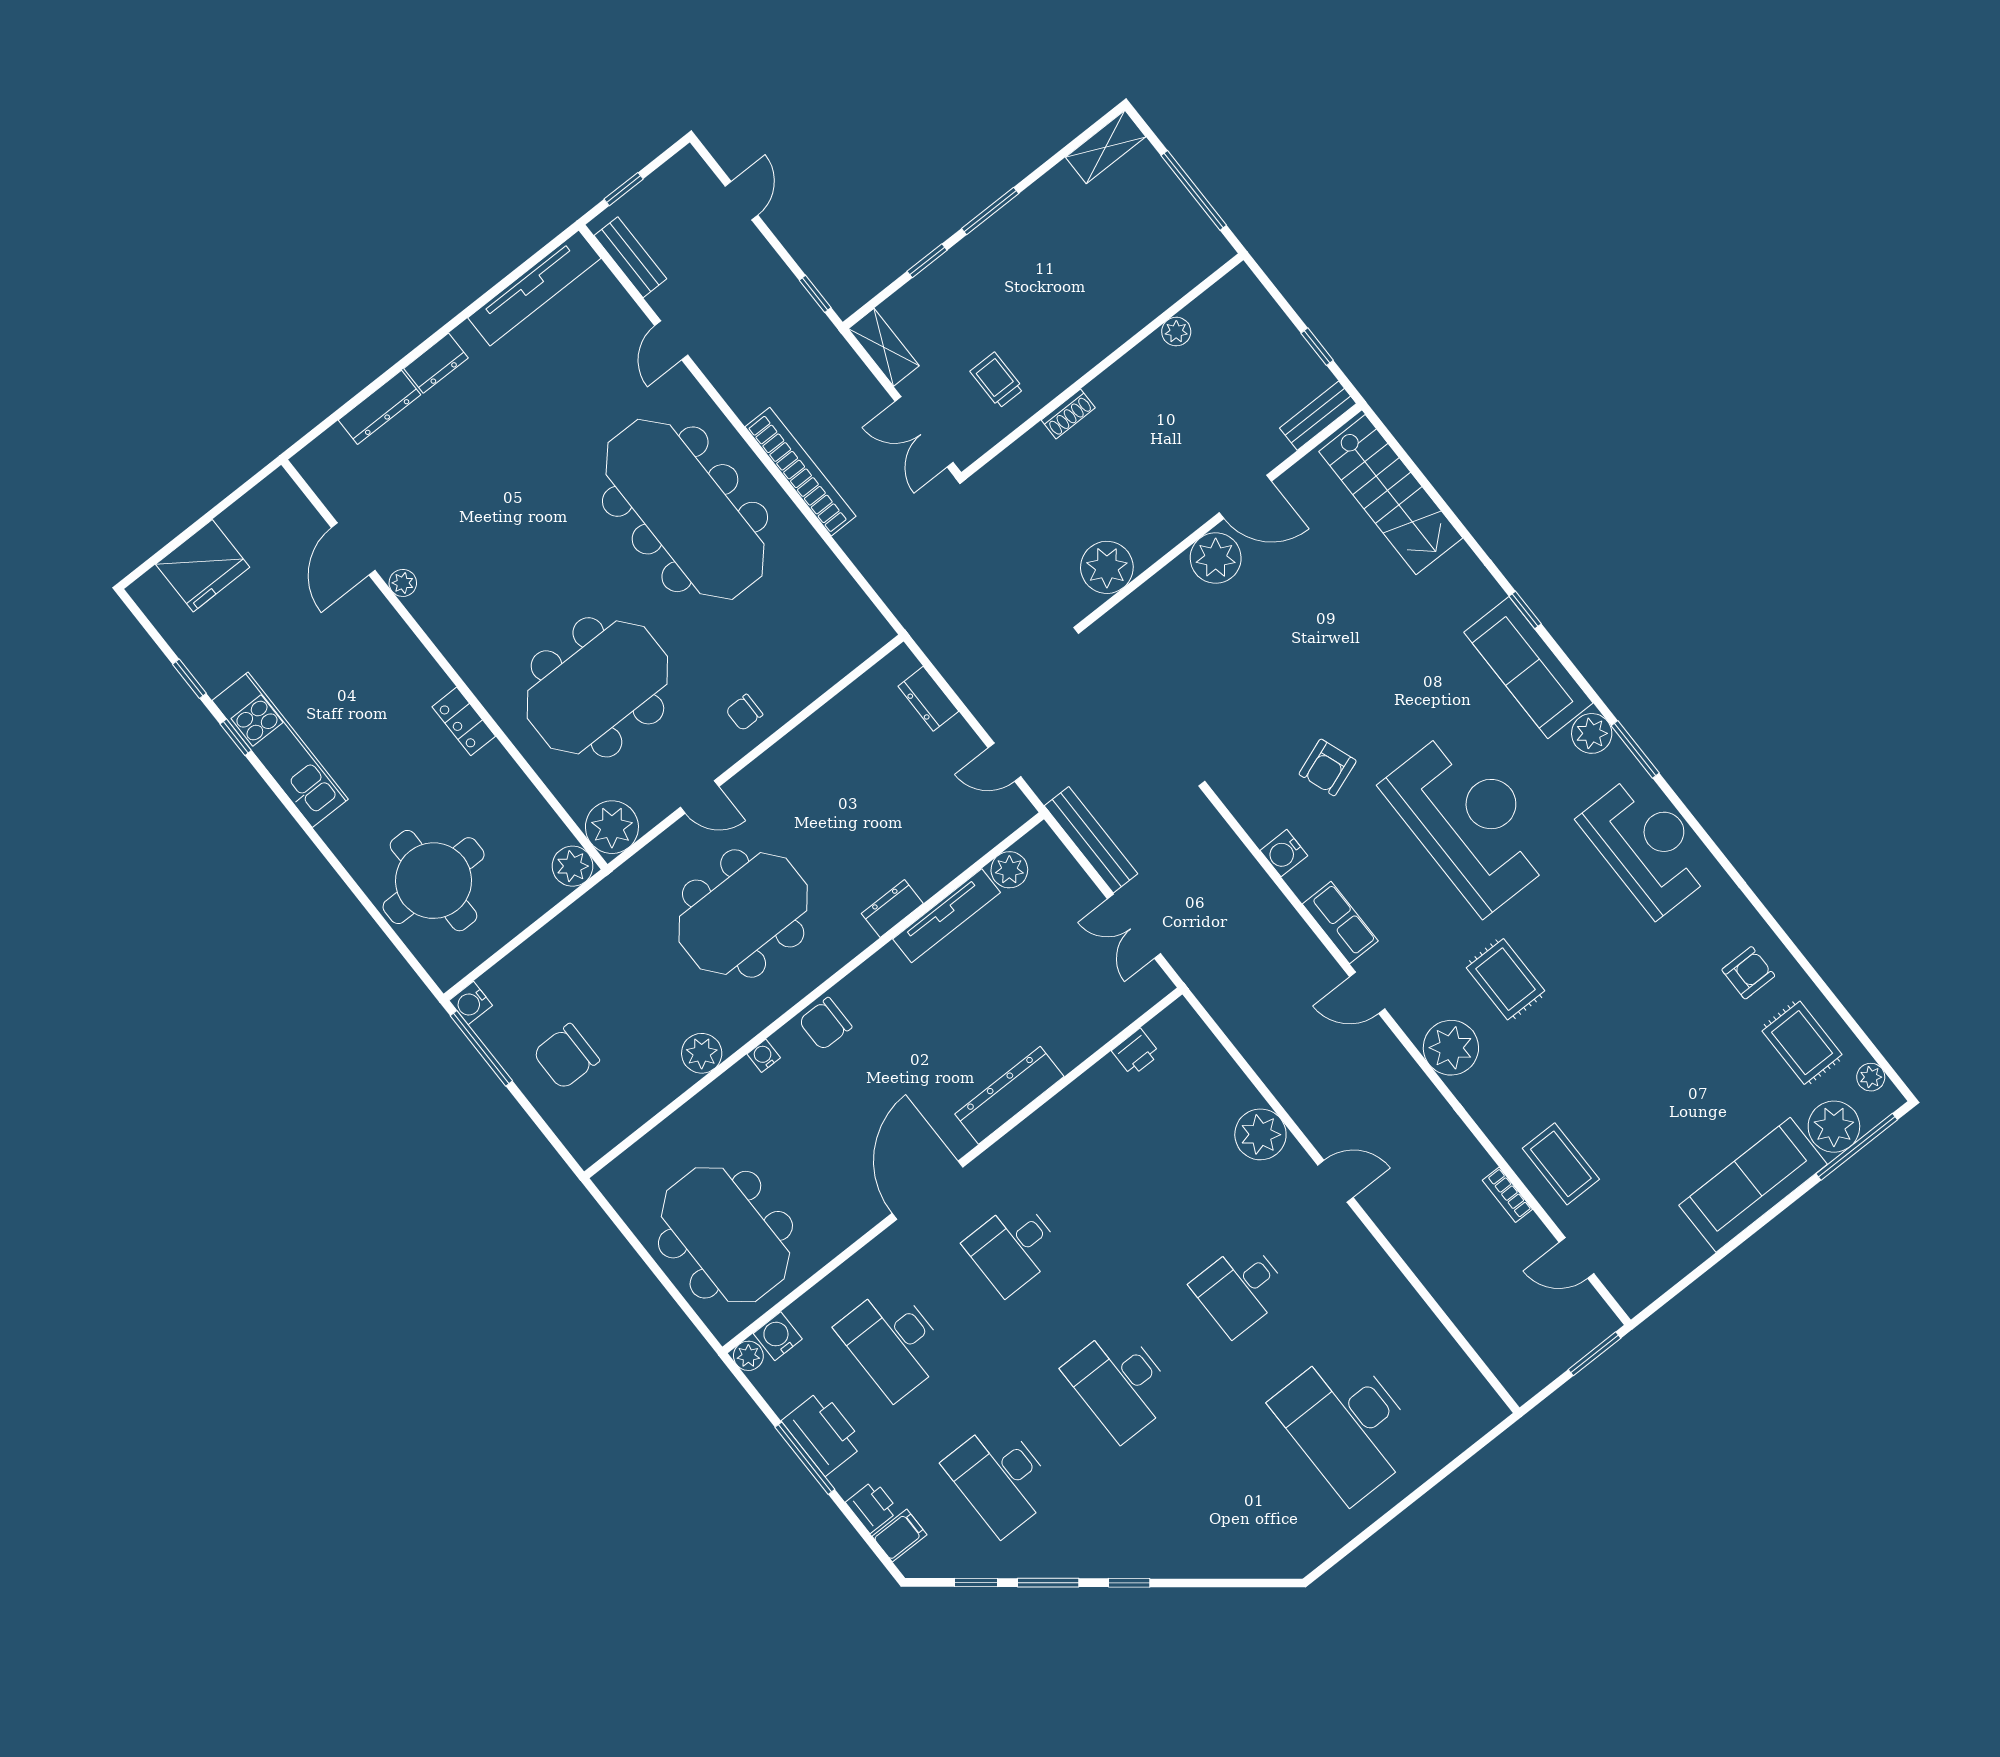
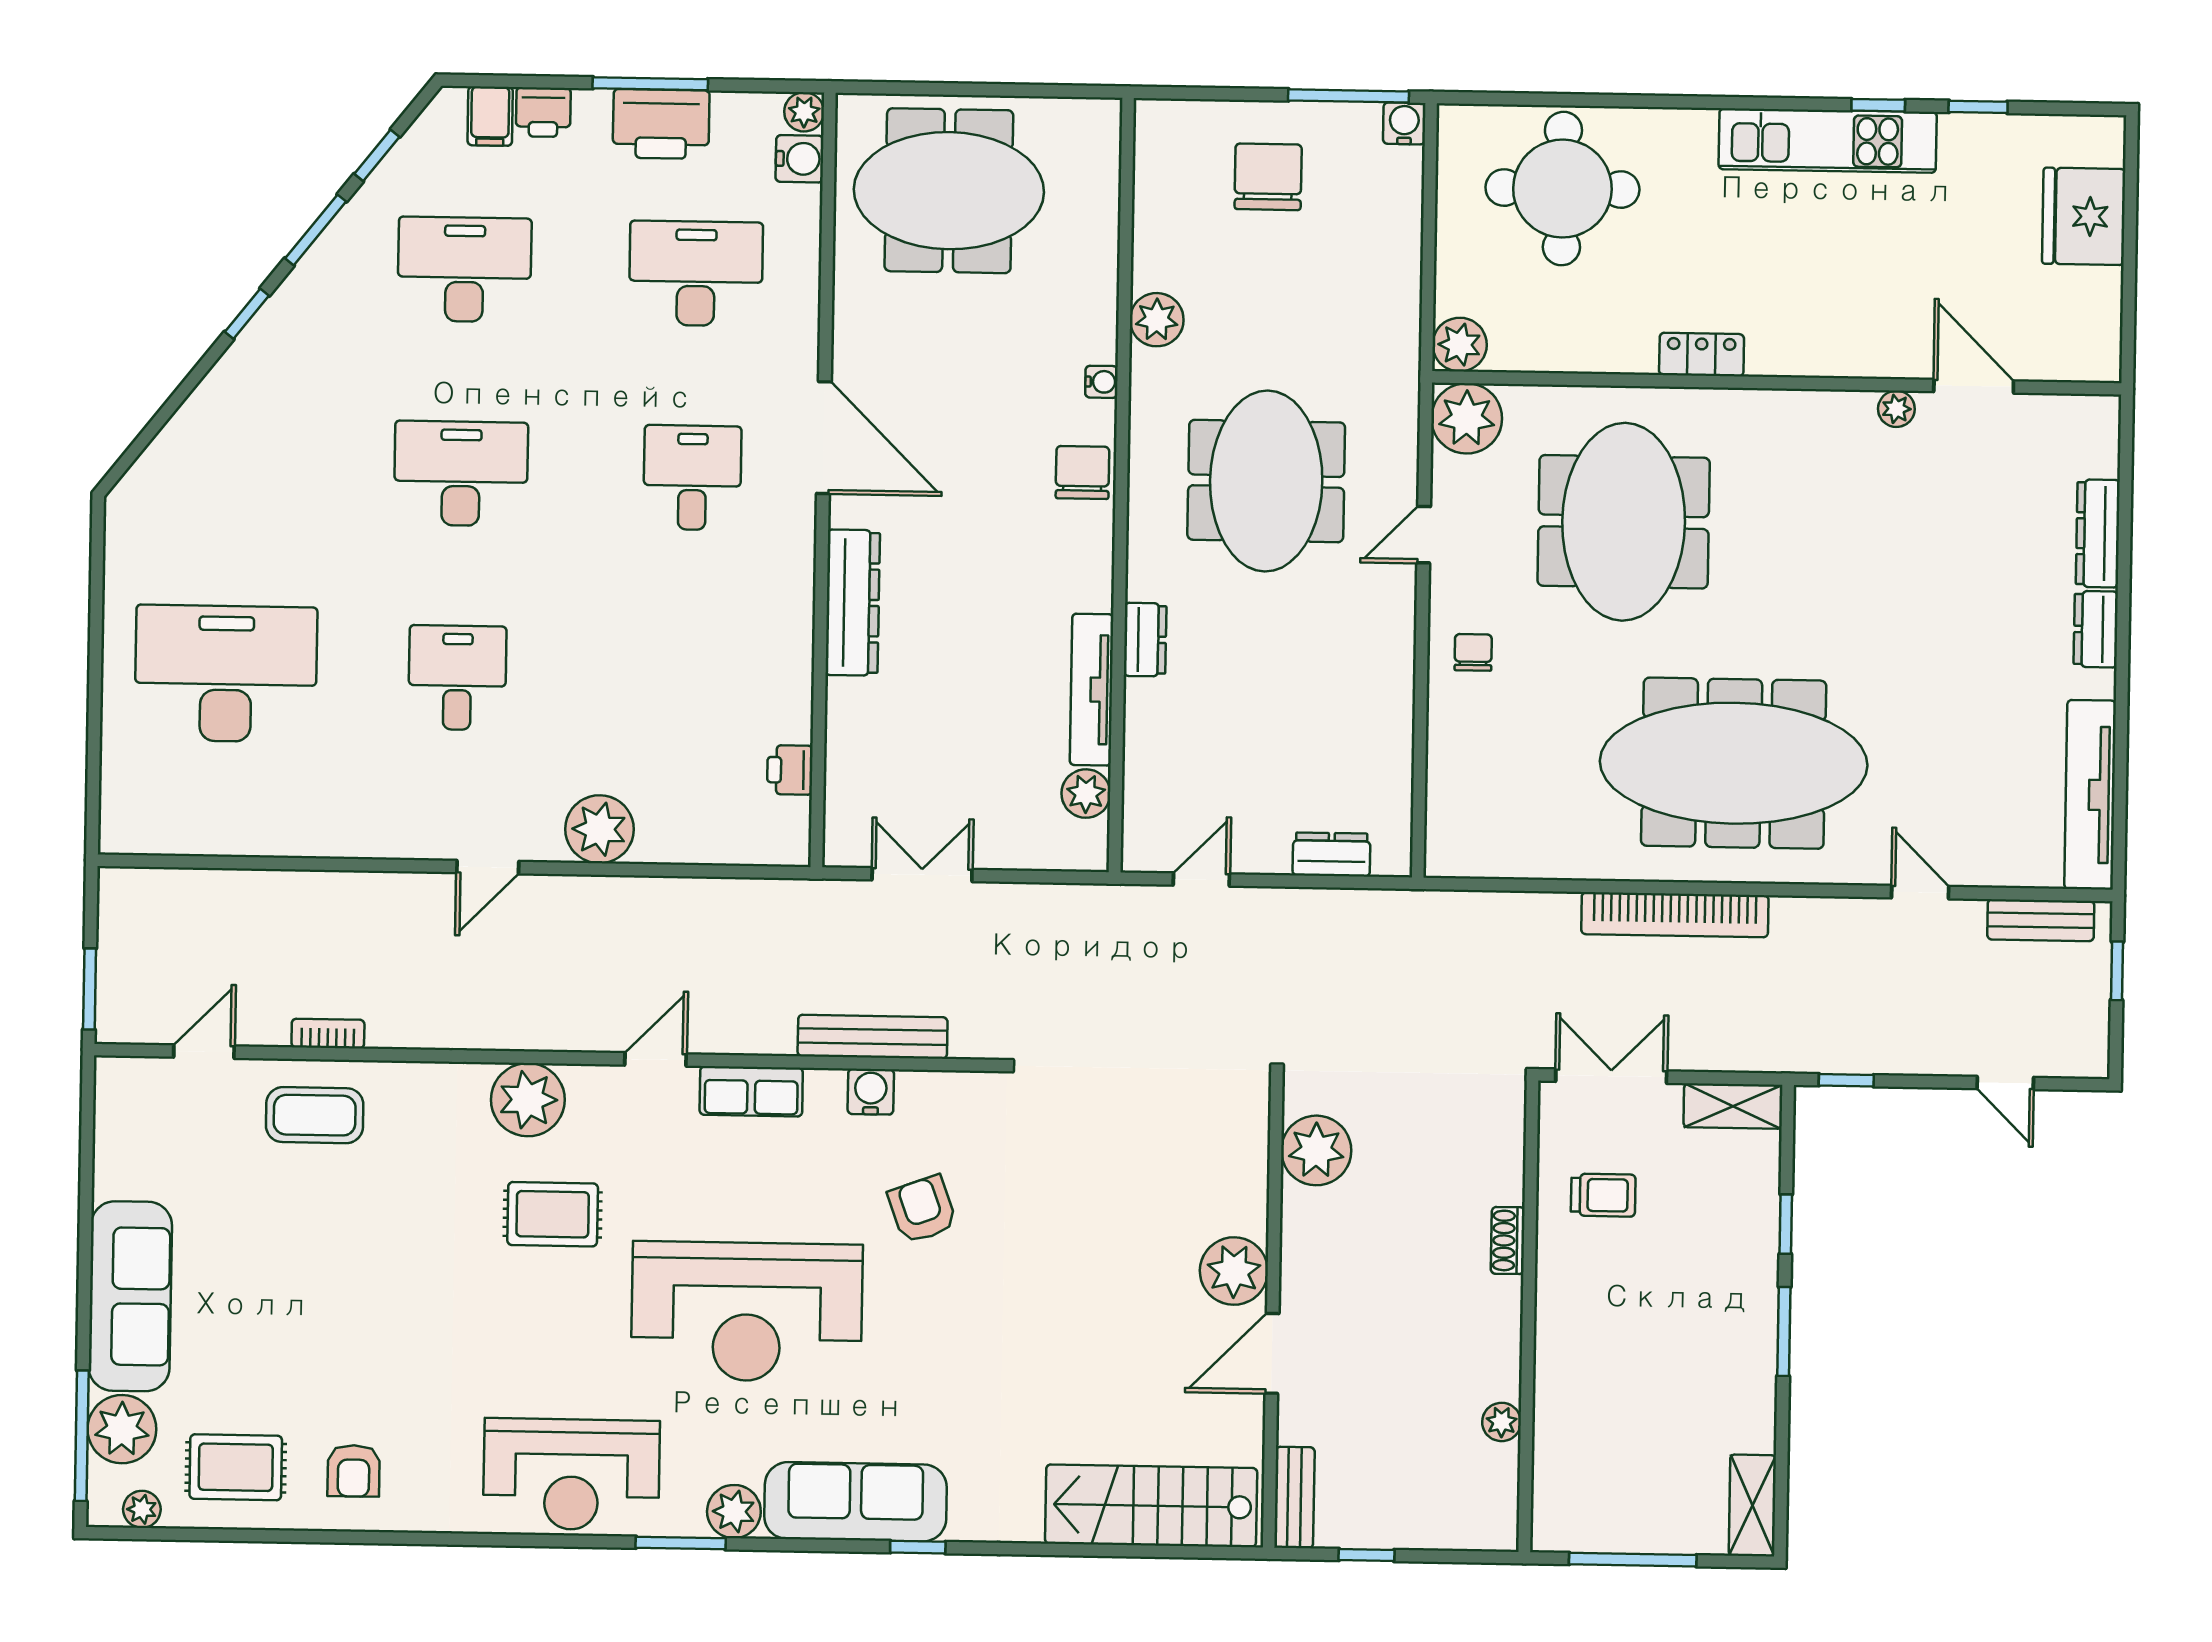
bench: (1091, 840) -> (873, 1037), moved

